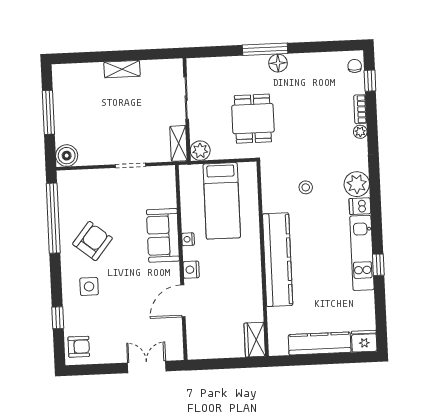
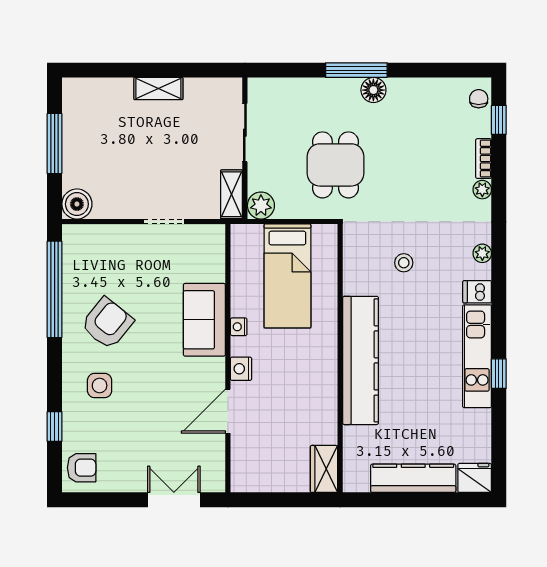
plant: (357, 184) -> (482, 253), width x0.53, depth x0.53

